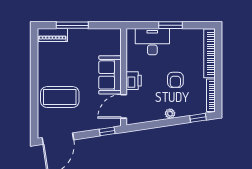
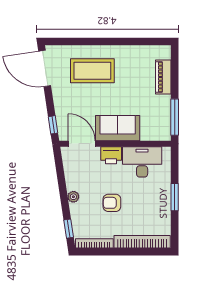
window: (72, 25) -> (175, 117), moved
piano: (52, 35) -> (163, 77), moved
desk: (152, 42) -> (142, 162), moved, turned -90
coffee table: (60, 97) -> (92, 71), turned 90

